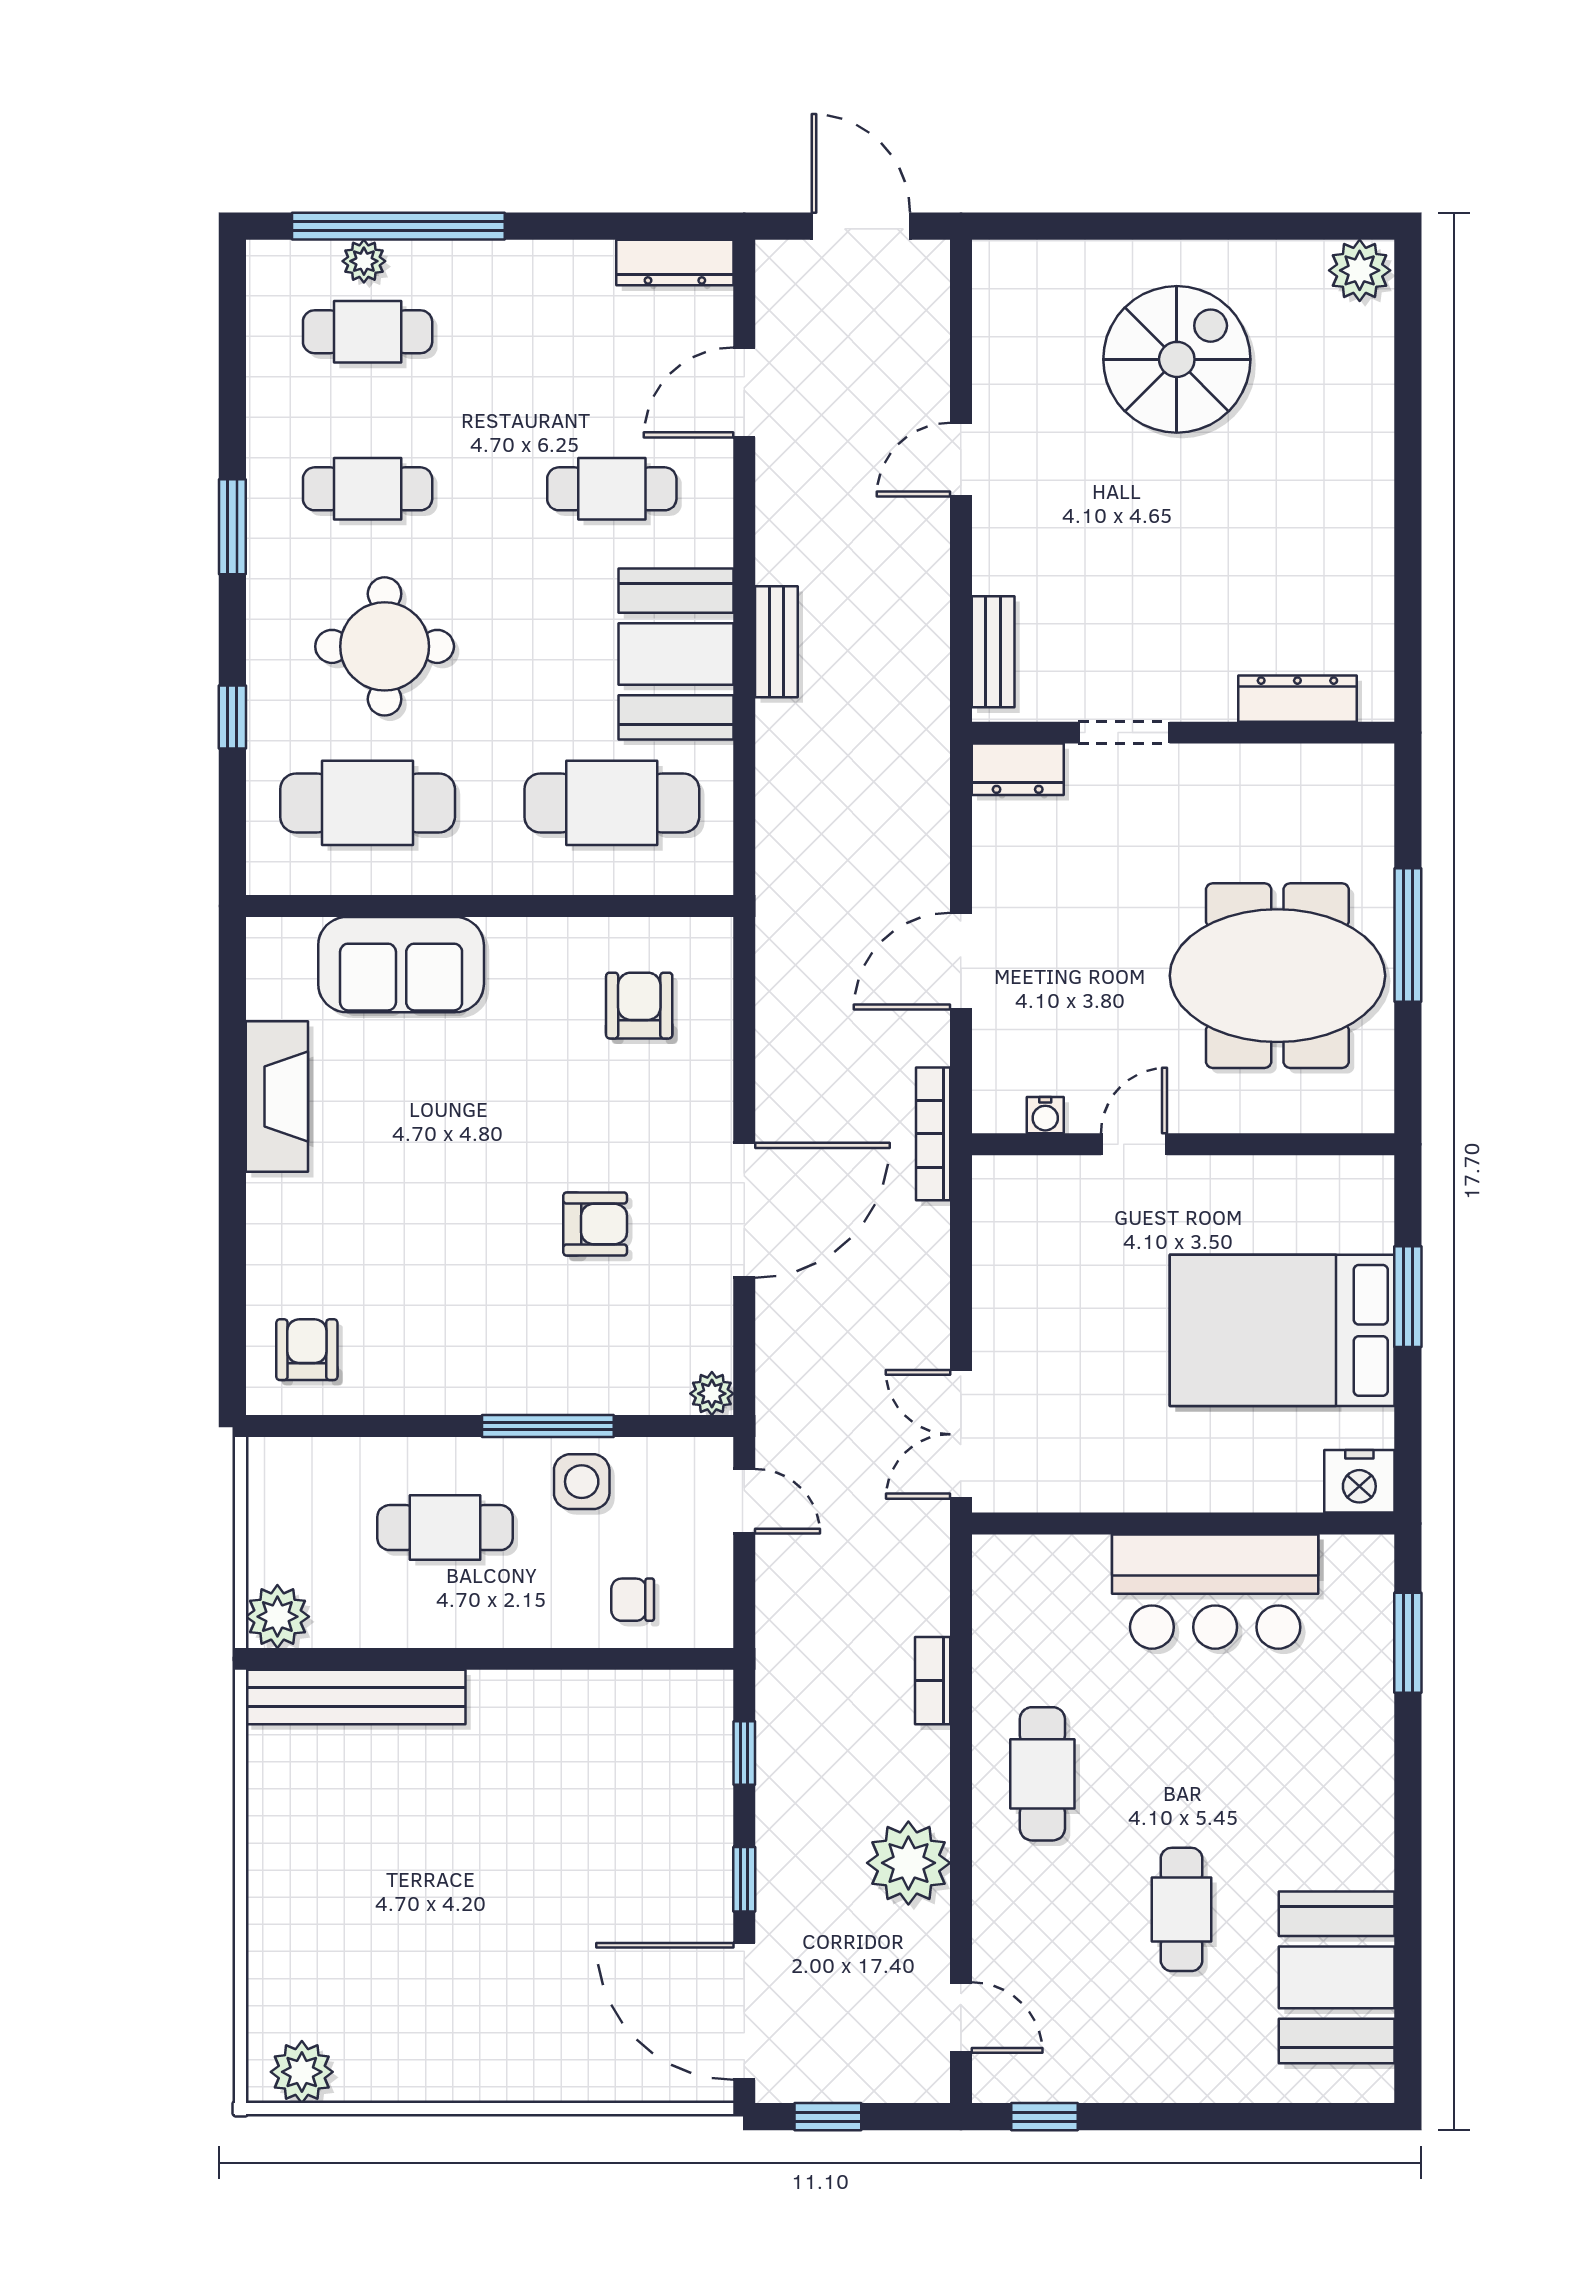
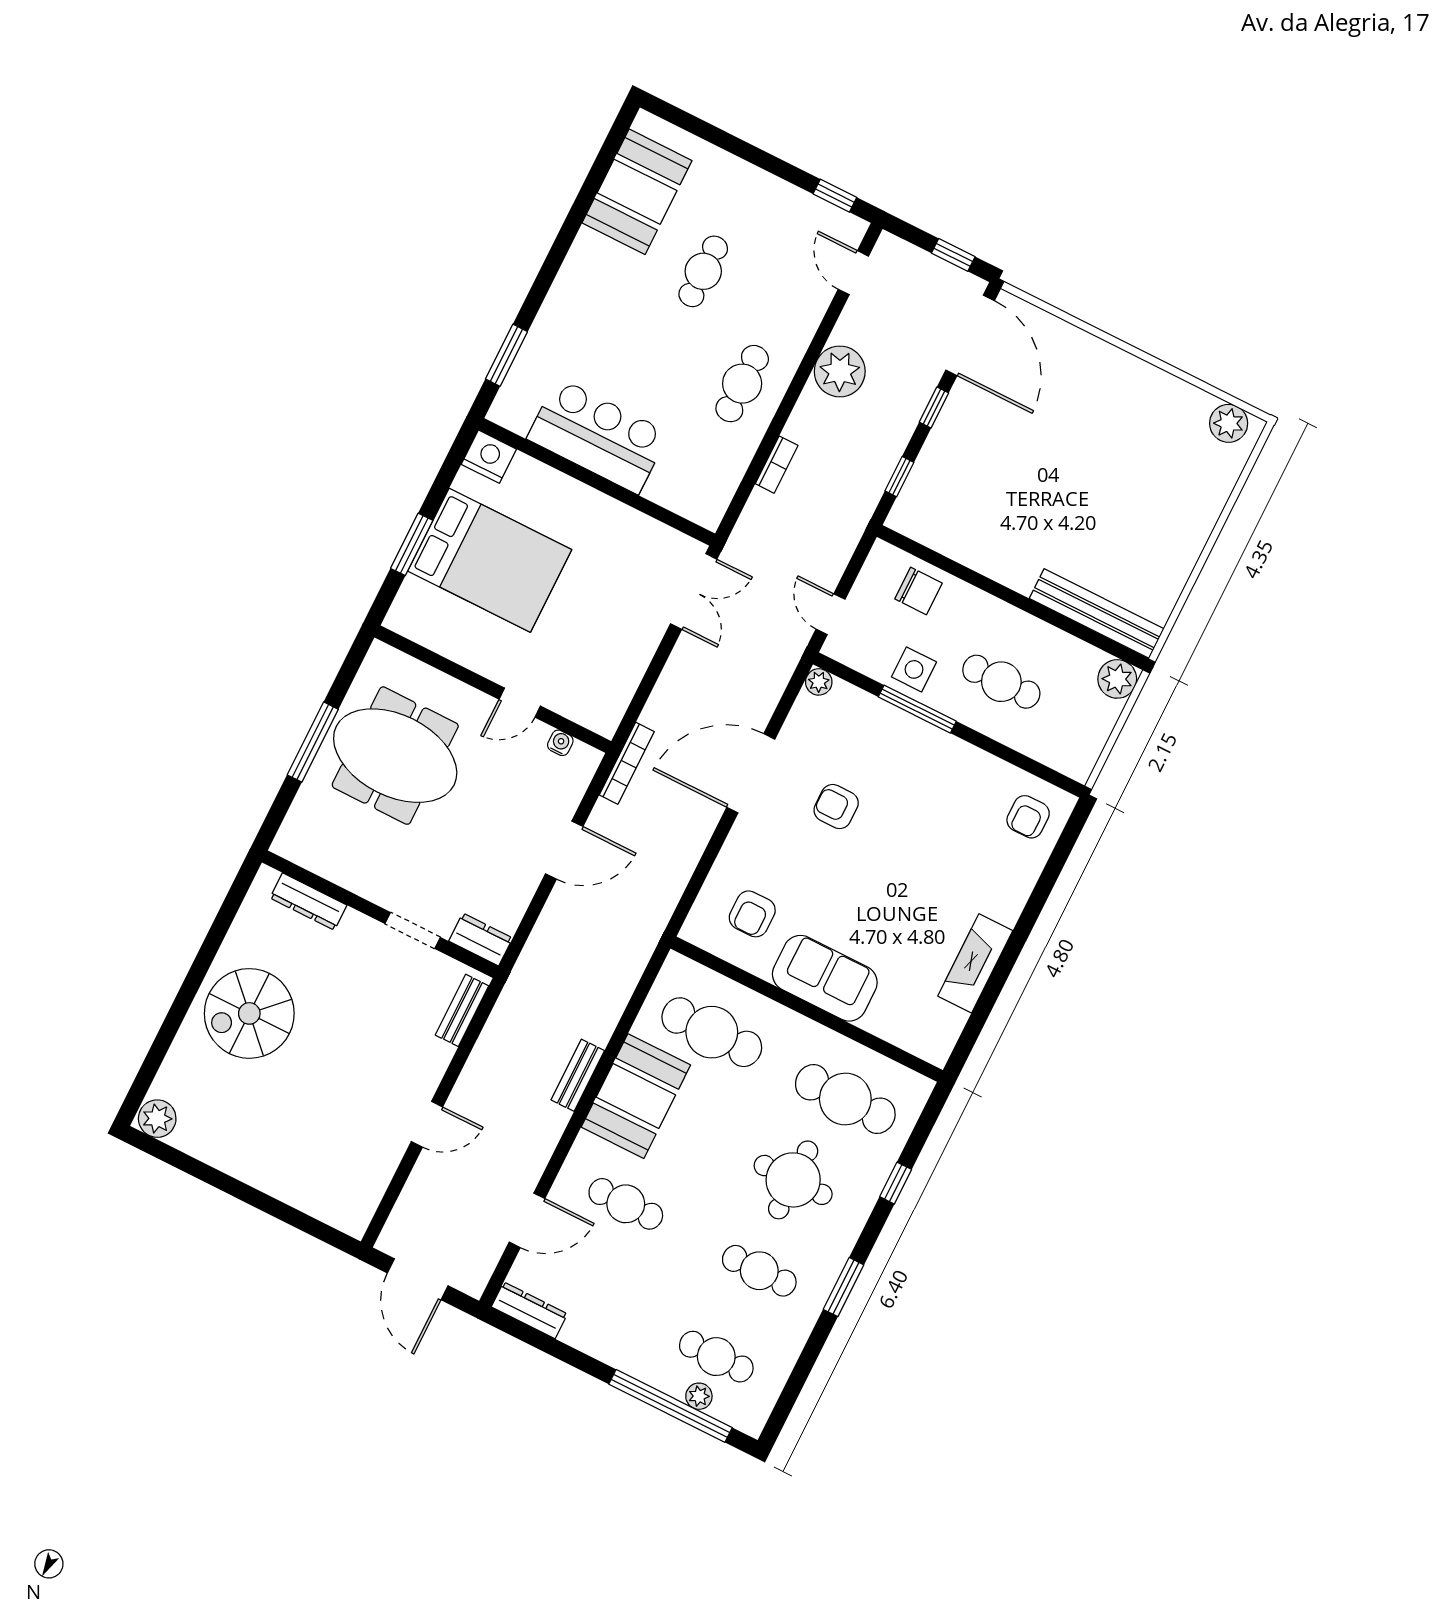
spiral stairs: (1177, 359) -> (249, 1013), moved
sofa: (401, 965) -> (825, 978), moved
chair: (633, 1600) -> (918, 591), width x1.37, depth x1.37

